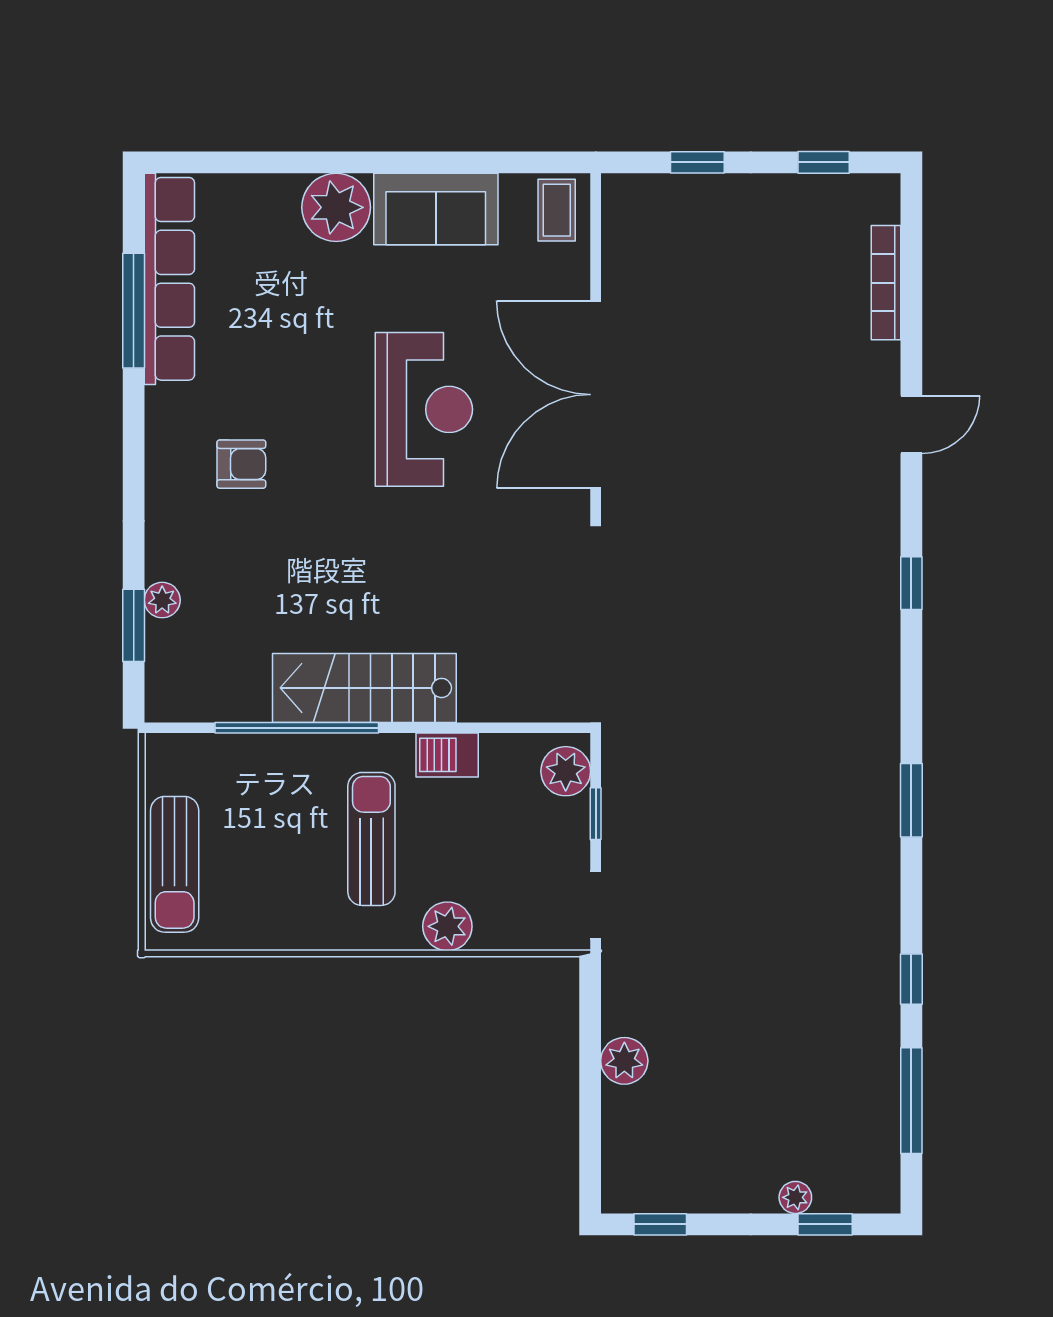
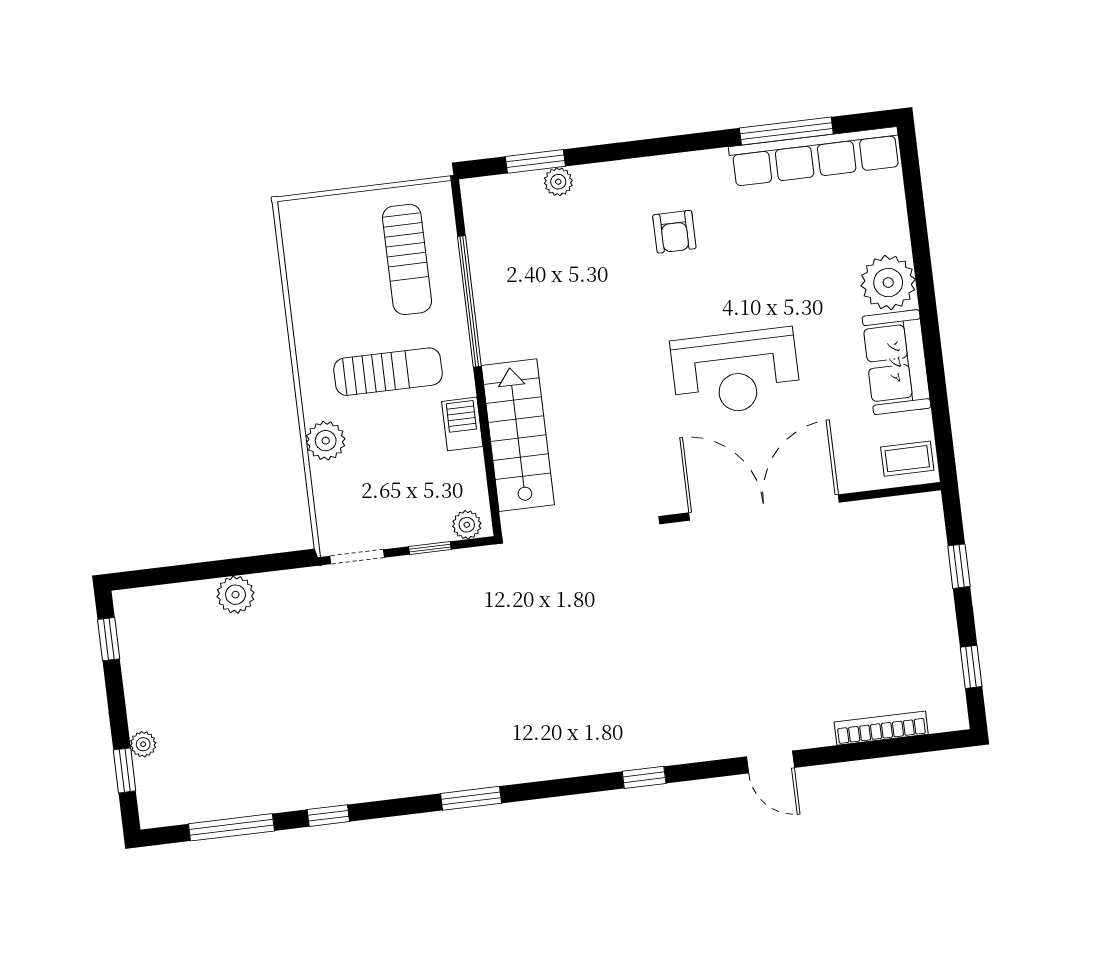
stairs: (364, 688) -> (518, 435), moved
plant: (566, 771) -> (467, 525), width x0.73, depth x0.73
sun lounger: (175, 864) -> (407, 259), moved, turned -90

